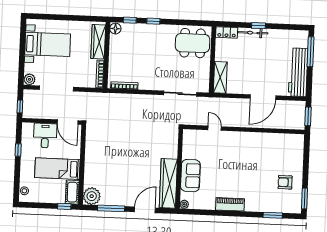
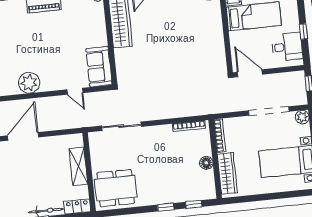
floor lamp: (115, 29) -> (206, 163), moved
shelving: (220, 77) -> (78, 166), moved
desk: (45, 136) -> (287, 47), moved, turned -90
plant: (251, 141) -> (29, 83), added
sofa: (190, 176) -> (99, 67), moved

